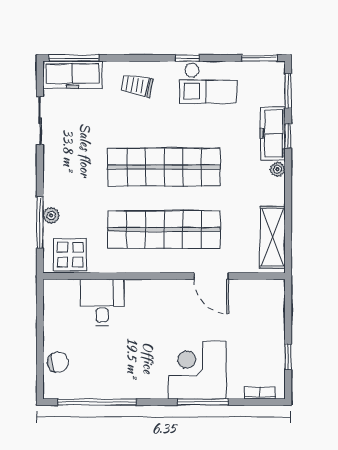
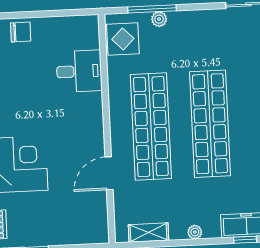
plant: (277, 169) -> (195, 232), moved
shelving: (273, 237) -> (149, 233), width x0.67, depth x0.75
chair: (58, 362) -> (21, 32), turned -77

